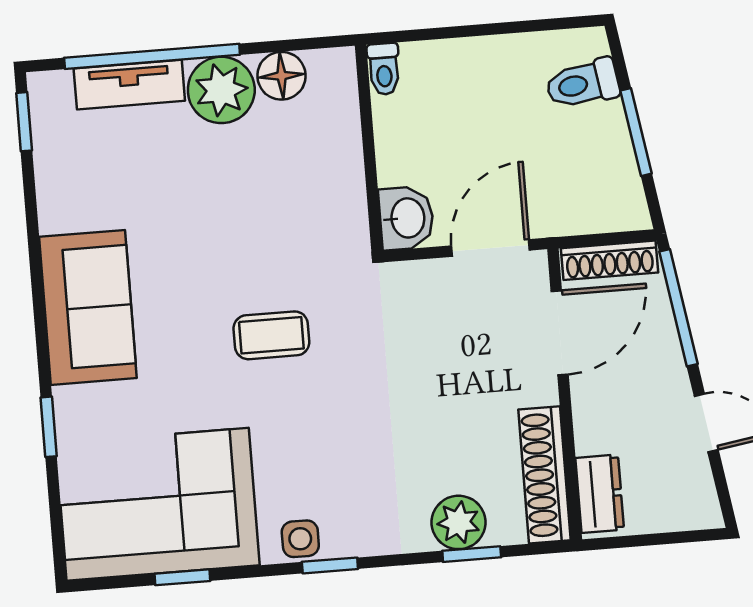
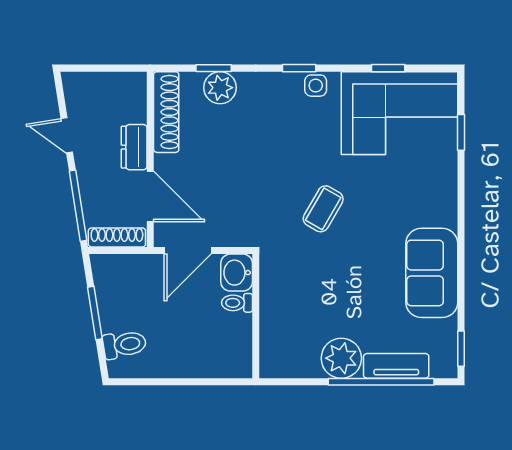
toilet: (384, 69) -> (237, 303), moved, turned -90
floor lamp: (282, 76) -> (305, 364), removed
sofa: (88, 307) -> (432, 273), moved
door: (560, 333) -> (150, 196), swing flipped
coffee table: (271, 335) -> (323, 209), turned -60
window: (49, 427) -> (461, 132), moved
dresser: (600, 494) -> (134, 147), moved

